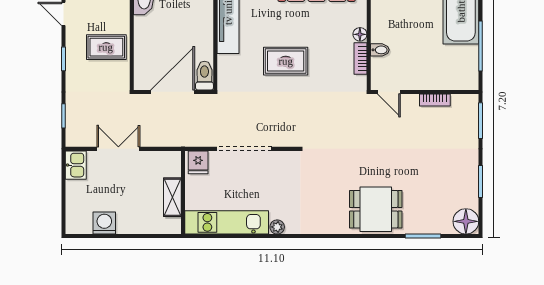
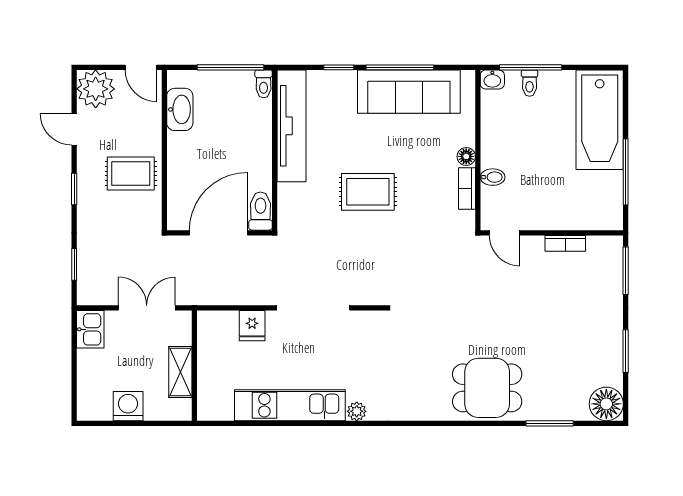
wall: (183, 192) -> (194, 366), moved
shelving: (172, 197) -> (180, 372), moved

